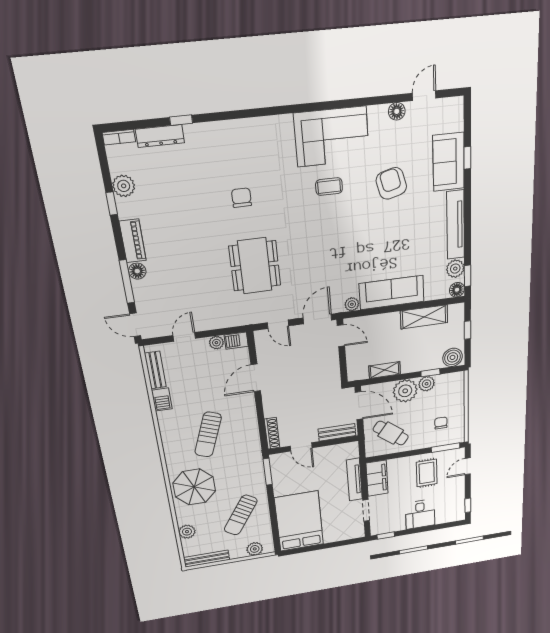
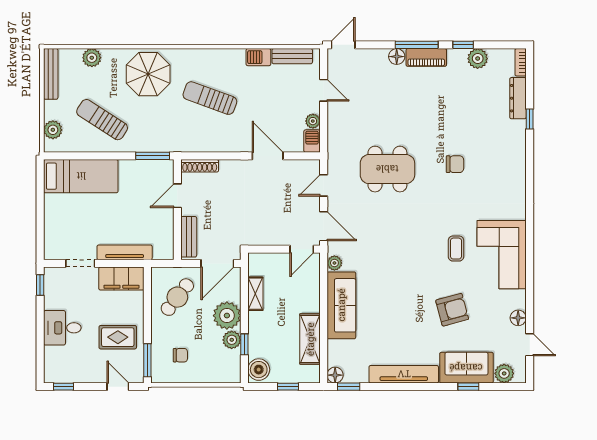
plant: (455, 269) -> (504, 373), moved
window: (127, 282) -> (417, 45), moved
bed: (299, 521) -> (81, 176), width x0.67

